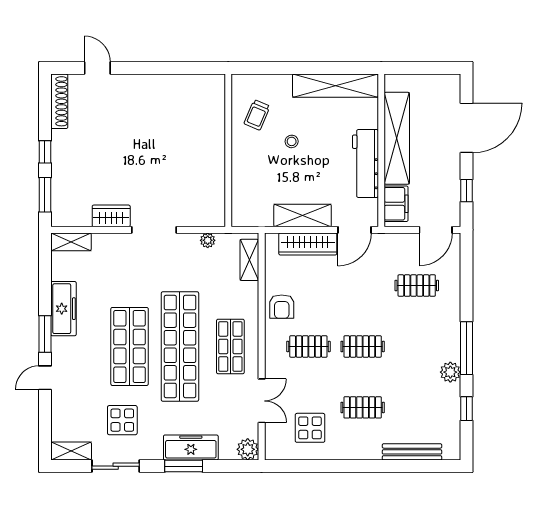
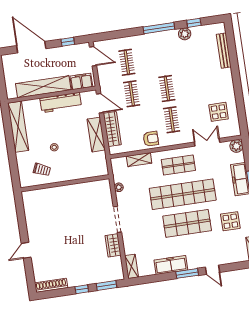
door: (97, 68) -> (26, 250), moved
shelving: (249, 260) -> (139, 160), moved
plant: (450, 372) -> (185, 34), moved
clothes rail: (363, 407) -> (132, 94), moved

